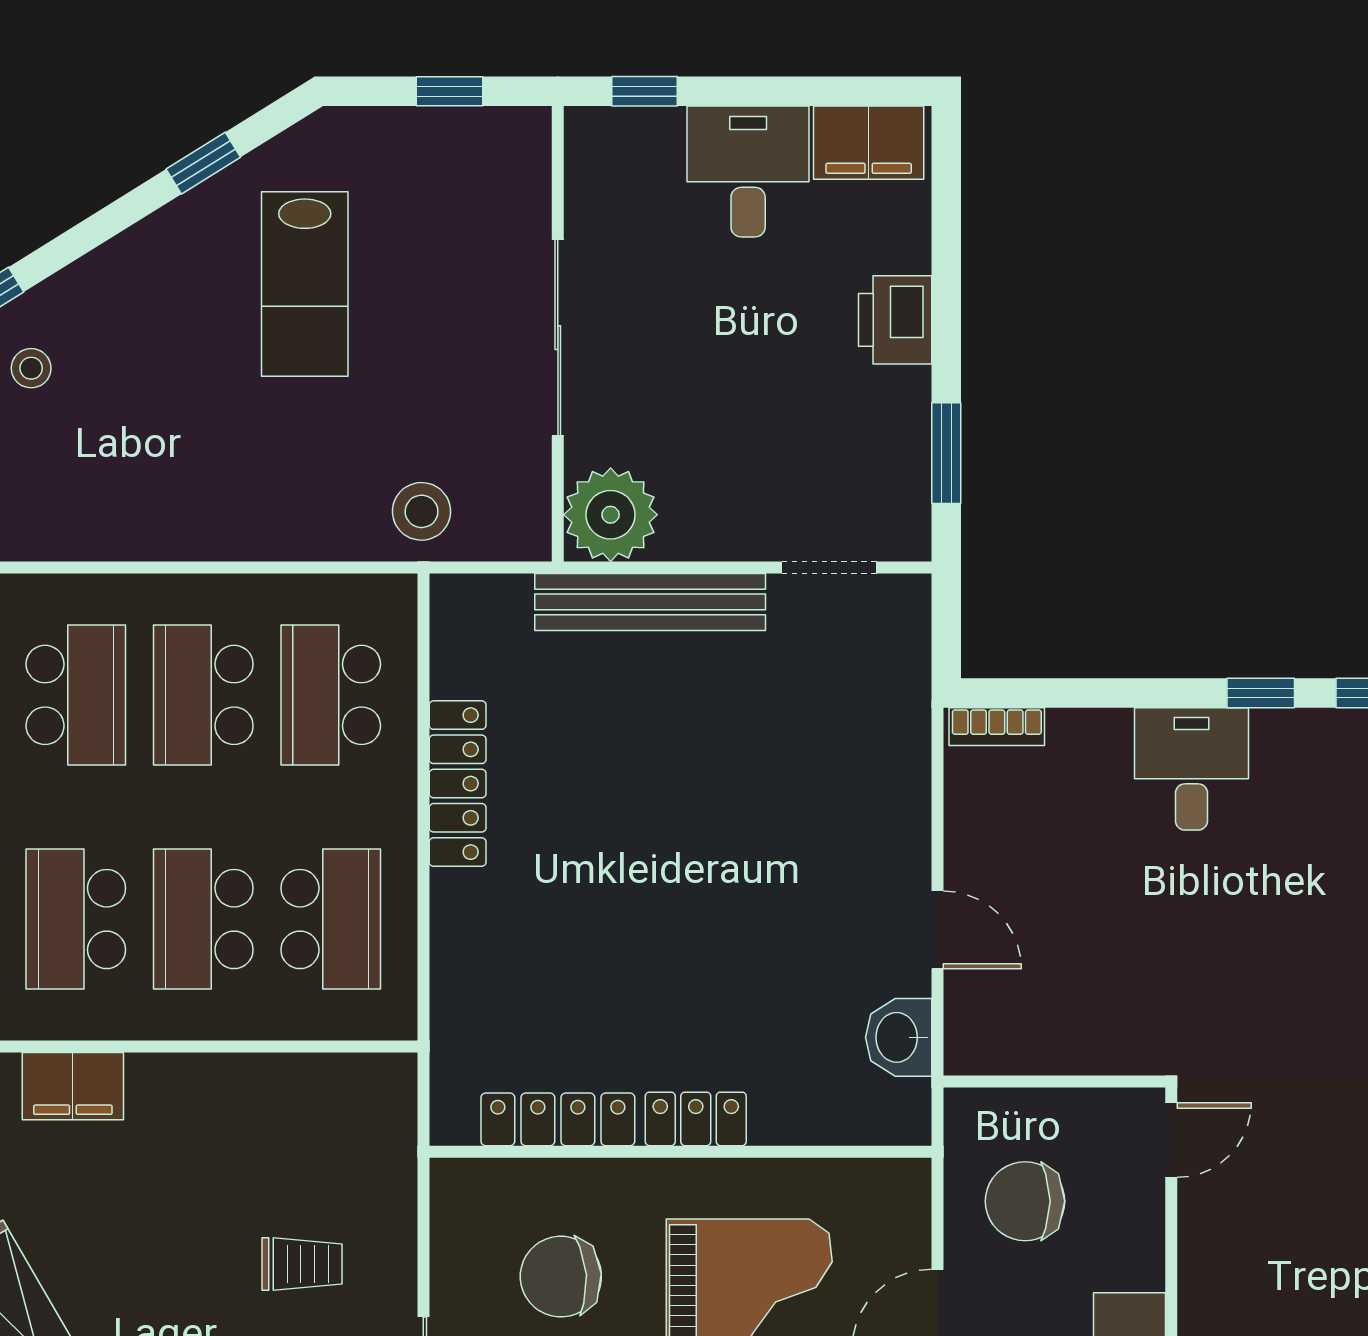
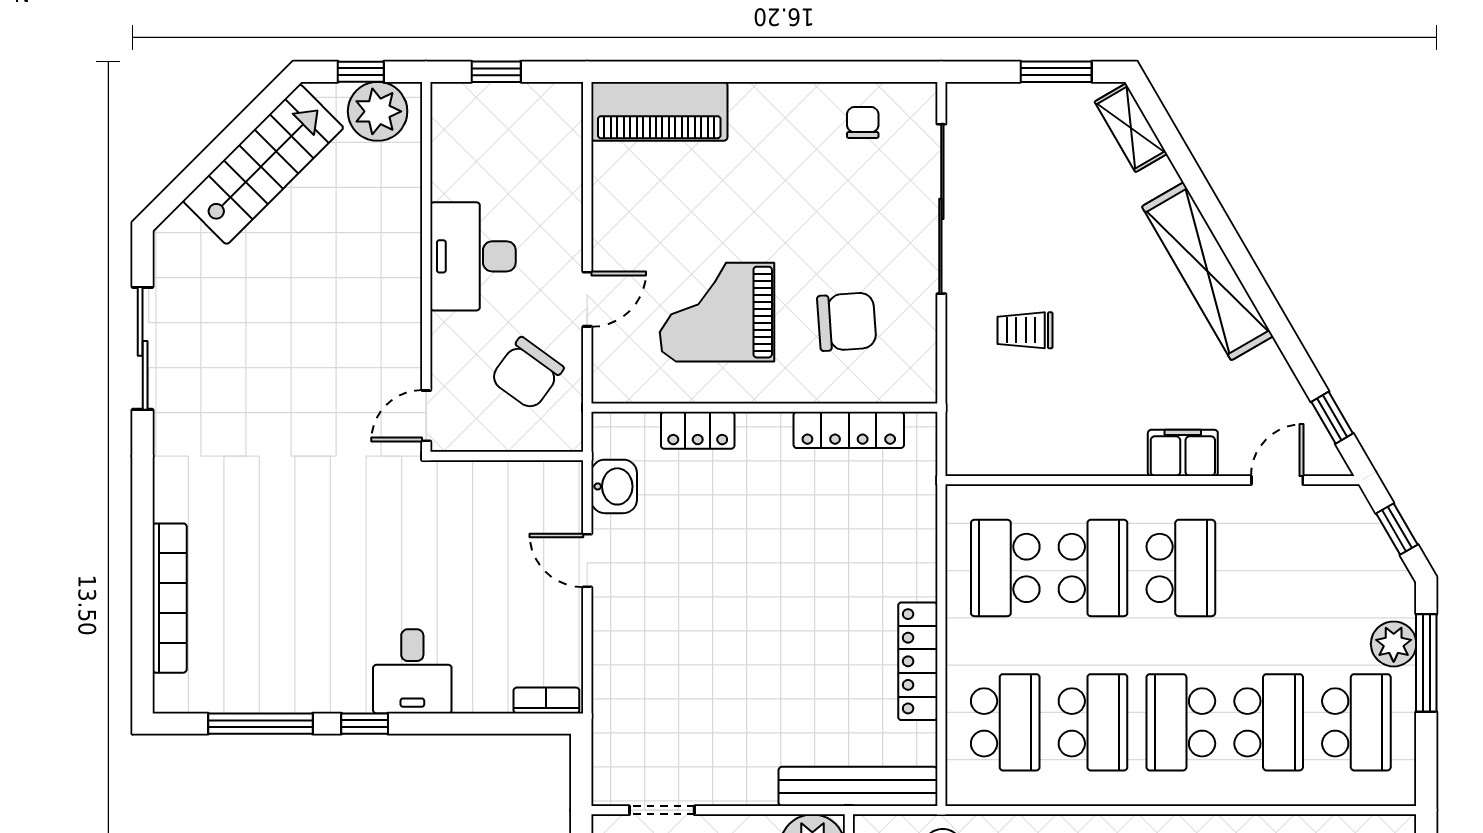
bench: (650, 602) -> (858, 786), moved
locker: (696, 1119) -> (698, 430), moved
chair: (1025, 1201) -> (527, 374), turned 126

